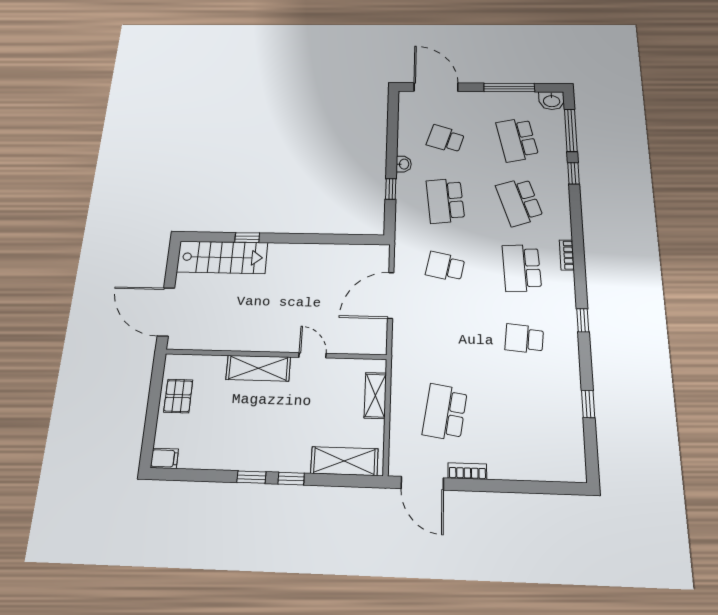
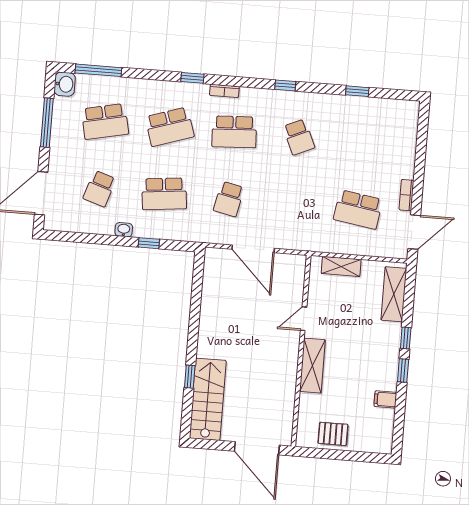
window: (573, 173) -> (192, 78), moved
door: (166, 312) -> (257, 448), hinge flipped
school desk: (524, 339) -> (299, 137), turned -30
filing cabinet: (164, 458) -> (385, 399), moved, turned -90

